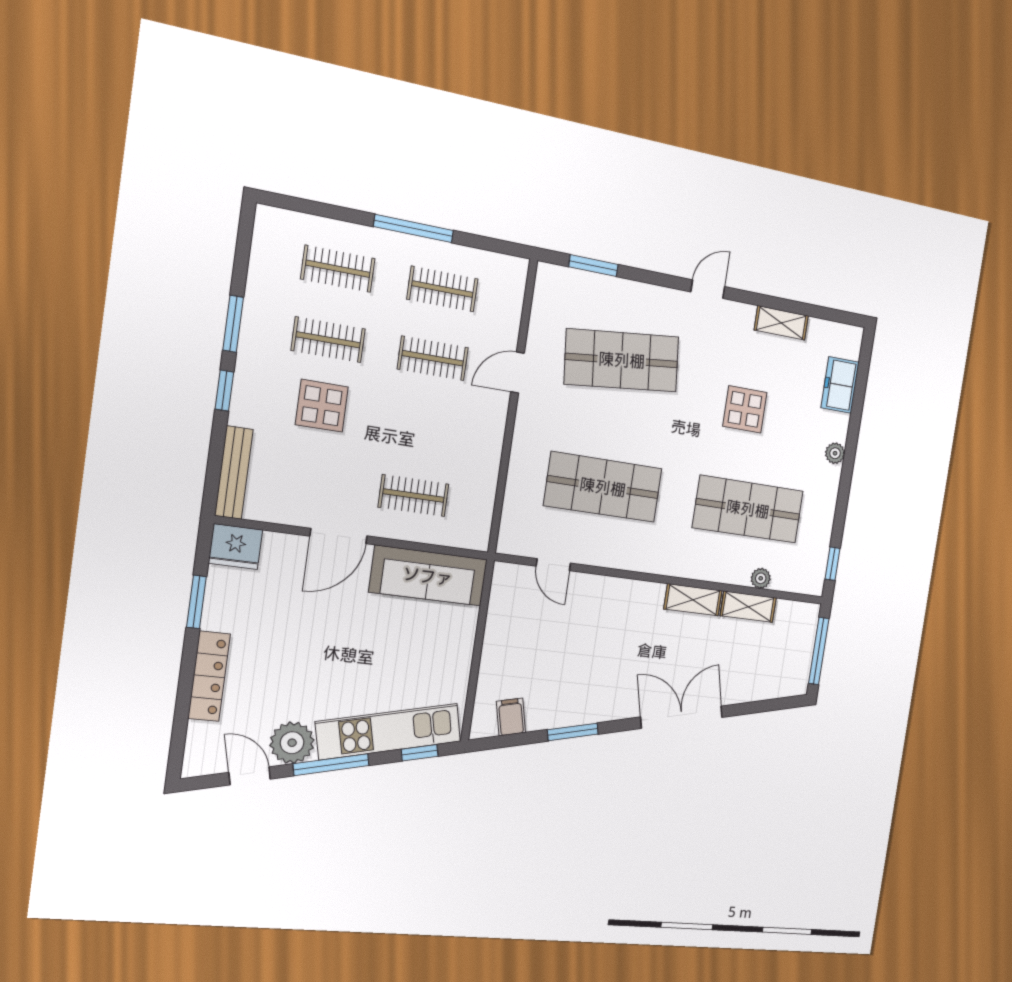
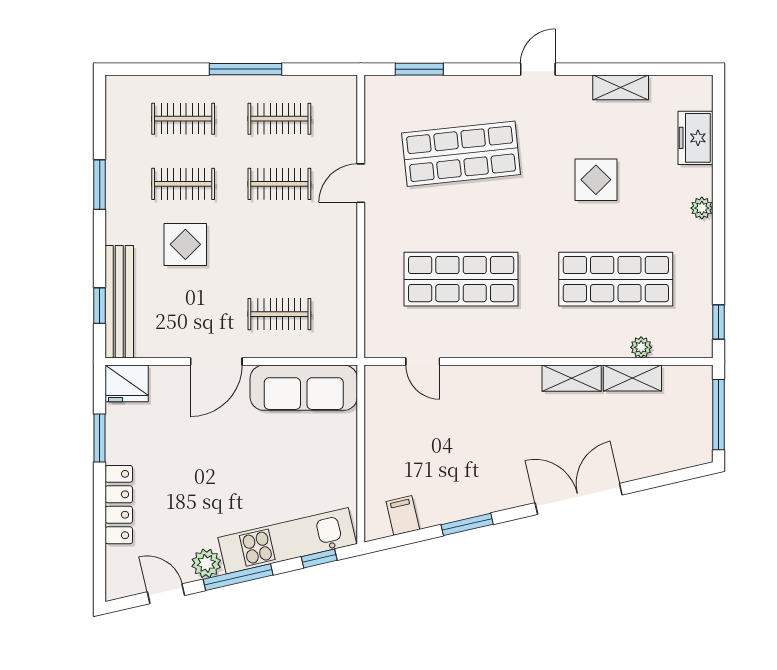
window: (224, 391) -> (100, 306), moved
bench: (234, 473) -> (119, 302), width x1.37, depth x1.21
plant: (292, 743) -> (206, 563), width x0.73, depth x0.73

